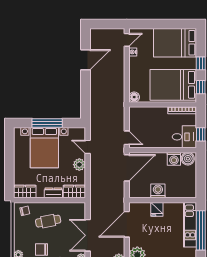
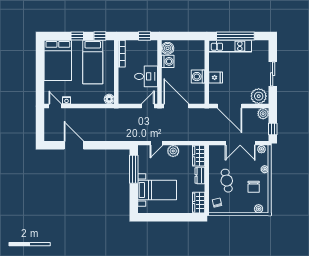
bed: (173, 85) -> (93, 62), width x0.67
window: (47, 123) -> (134, 169), moved
desk: (184, 137) -> (146, 76), moved, turned 90
bed with nightstands: (44, 148) -> (157, 190), width x0.73

